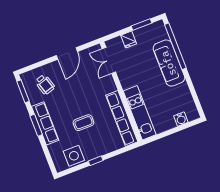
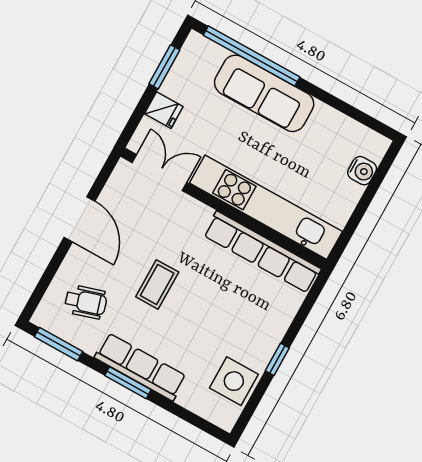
double door: (109, 60) -> (160, 173), swing flipped
kitchen unit: (140, 113) -> (266, 207), width x1.36
coffee table: (83, 123) -> (157, 284), moved

